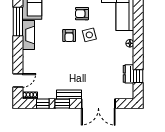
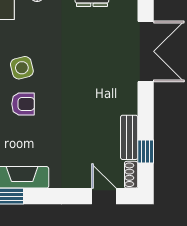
bench: (69, 95) -> (129, 137), moved
window: (62, 104) -> (146, 116), removed

